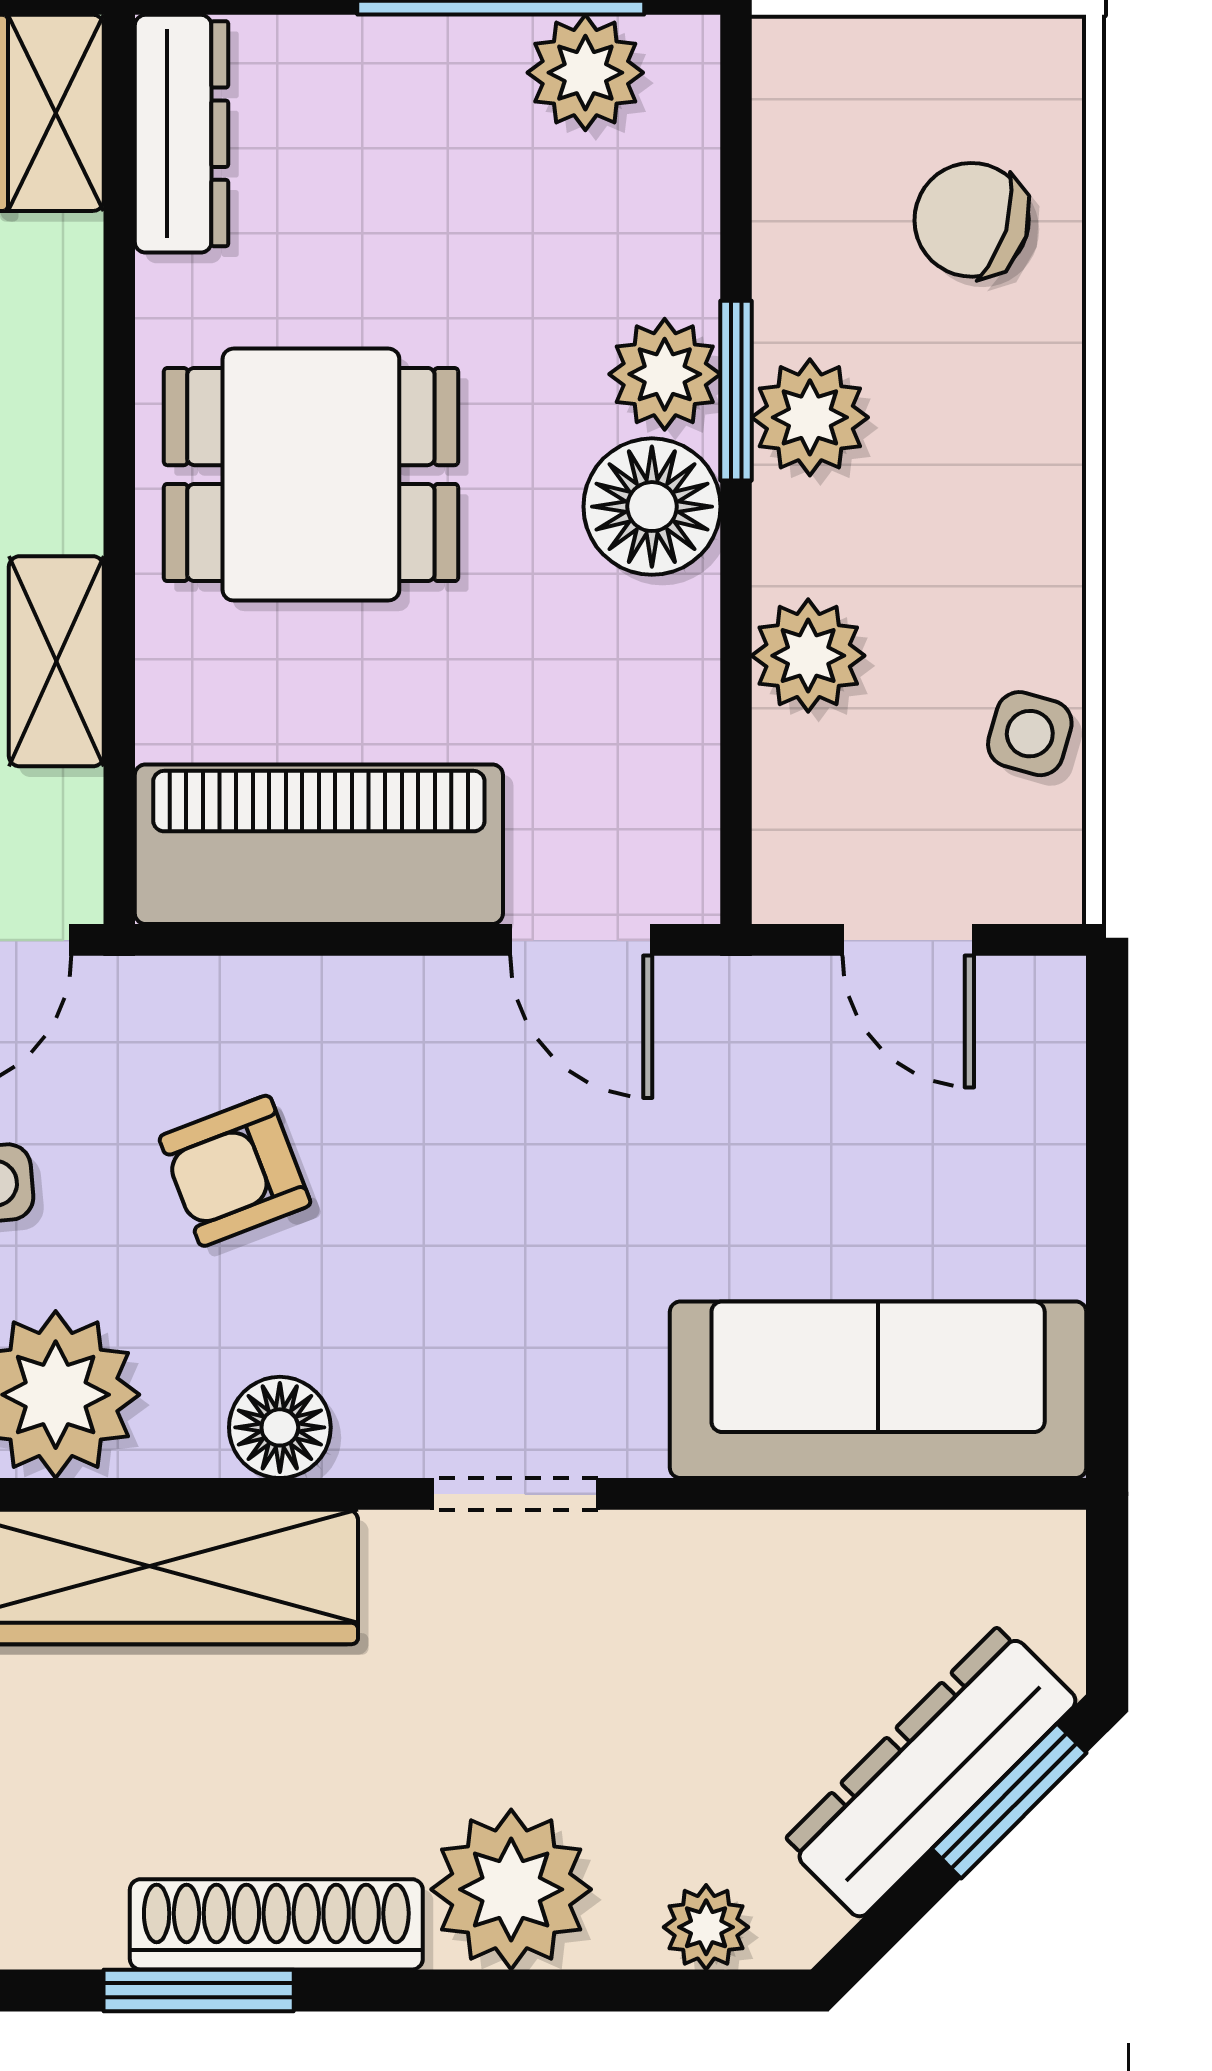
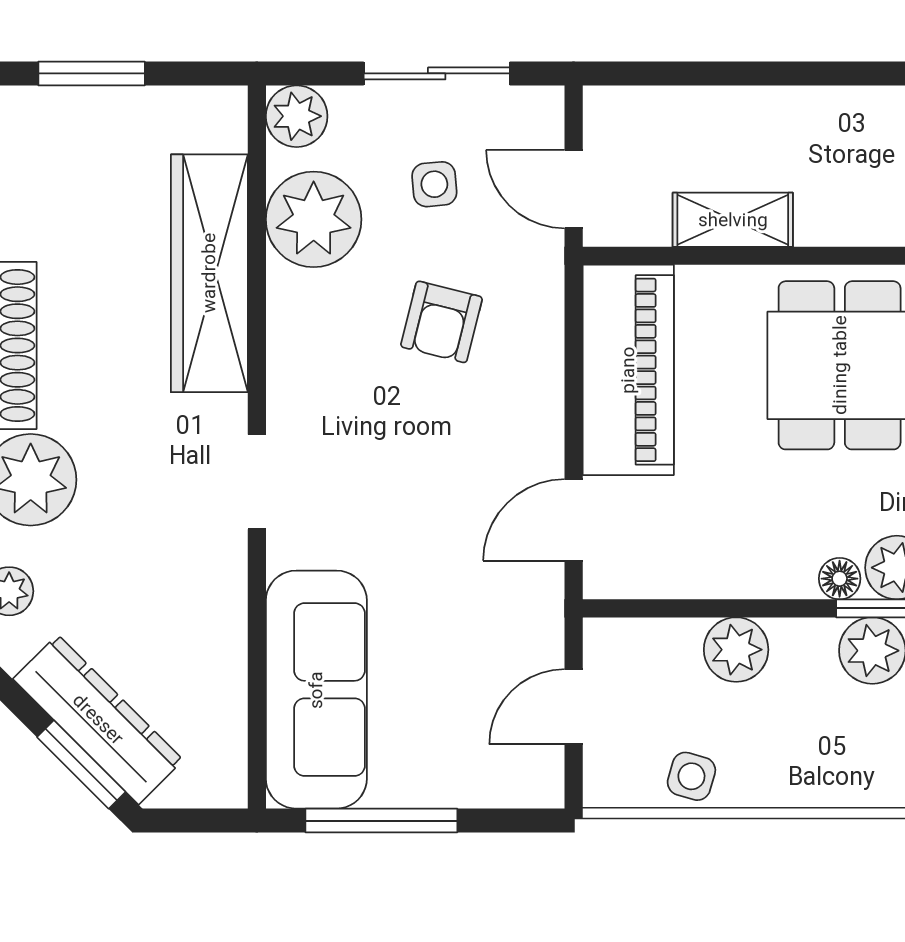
floor lamp: (652, 507) -> (840, 579), width x0.53, depth x0.53
armchair: (235, 1171) -> (441, 322), turned -145
window: (1107, 1276) -> (381, 821), added
floor lamp: (280, 1427) -> (295, 348), removed

